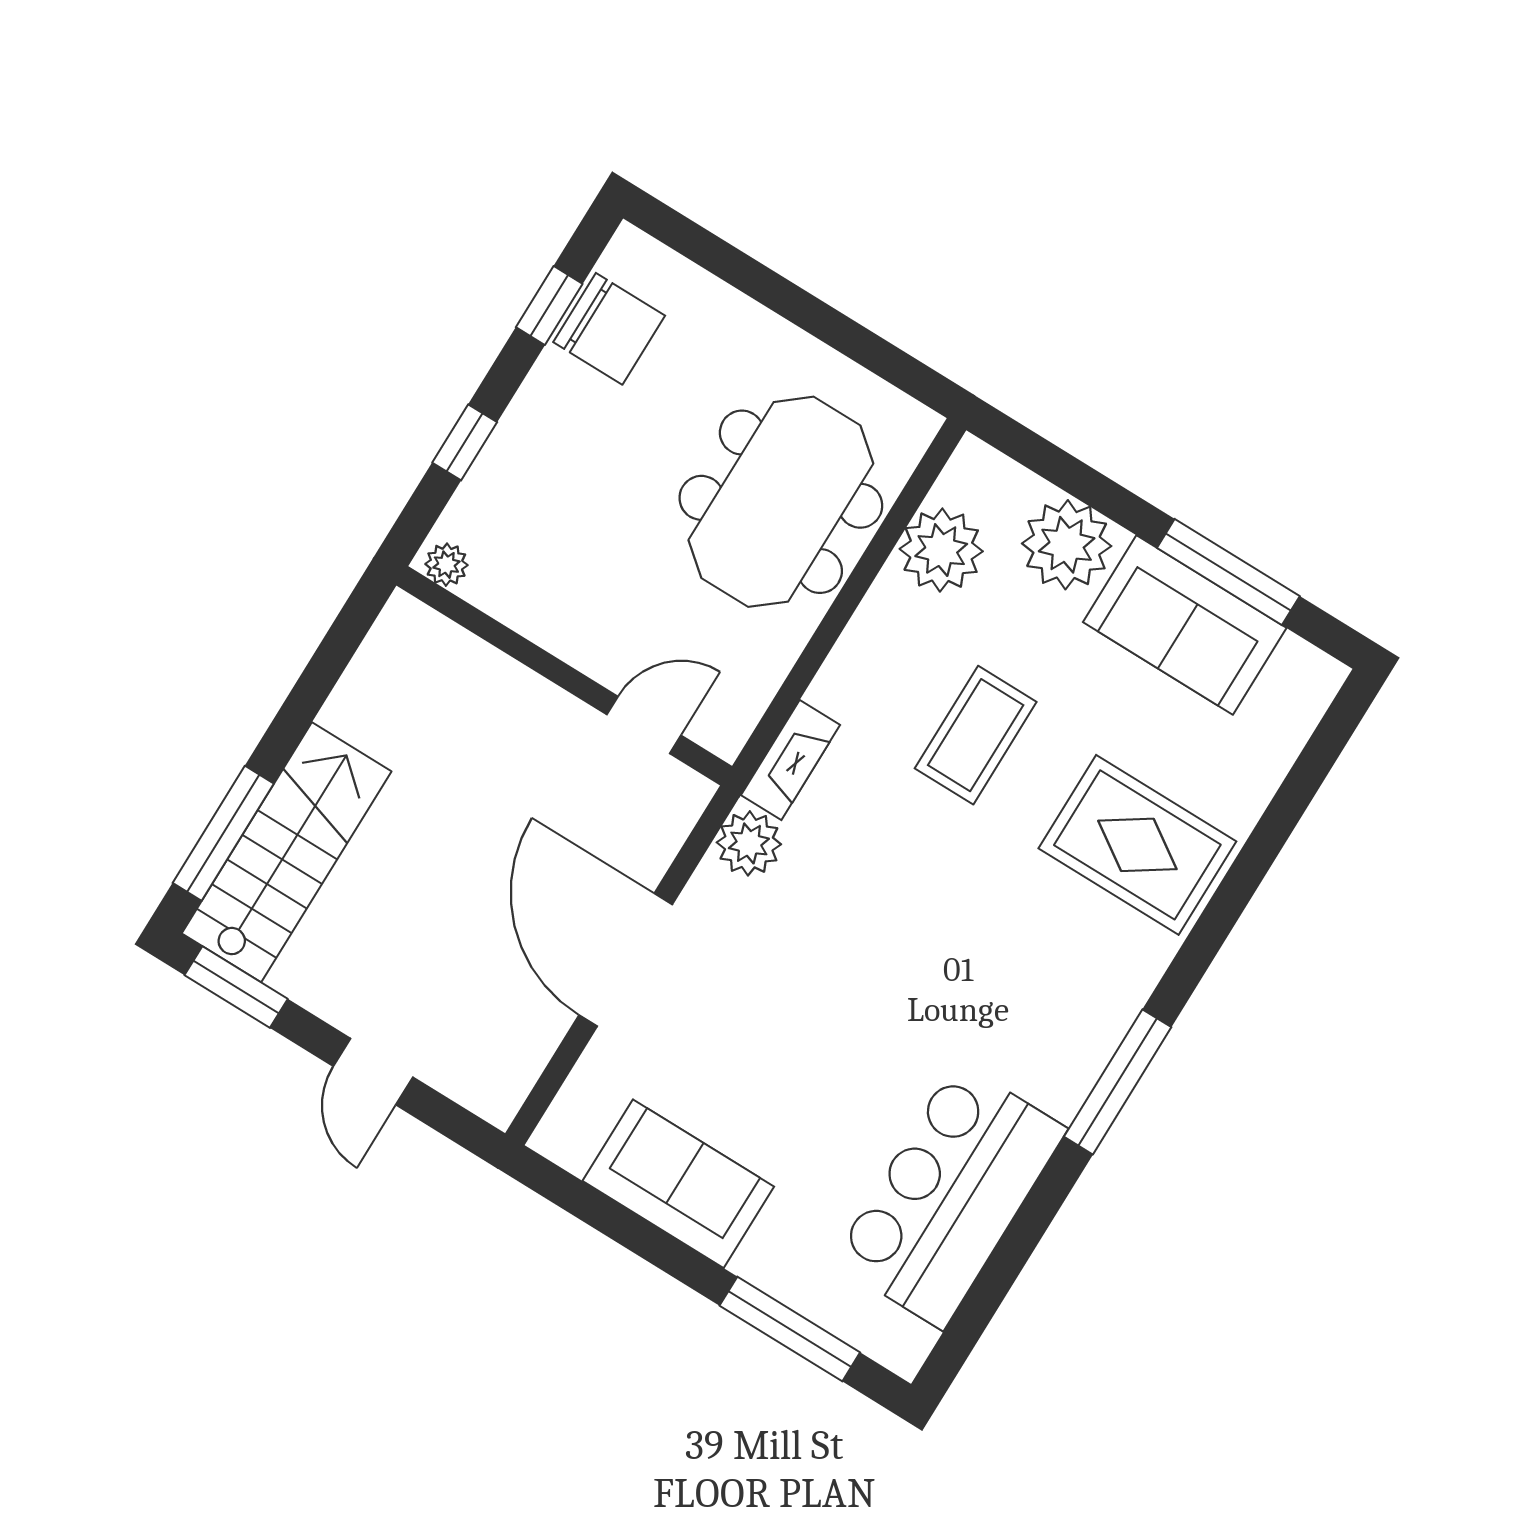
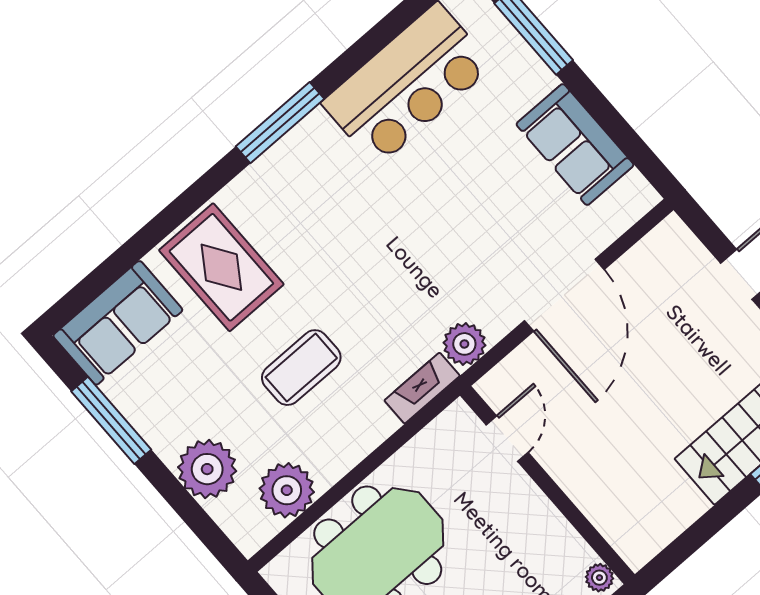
sofa: (1185, 625) -> (118, 323), moved, turned 90
door: (644, 725) -> (507, 439), swing flipped

